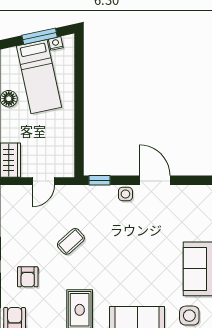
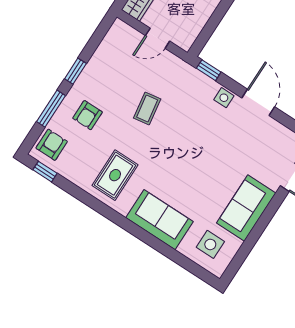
coffee table: (71, 241) -> (147, 109), turned -57

